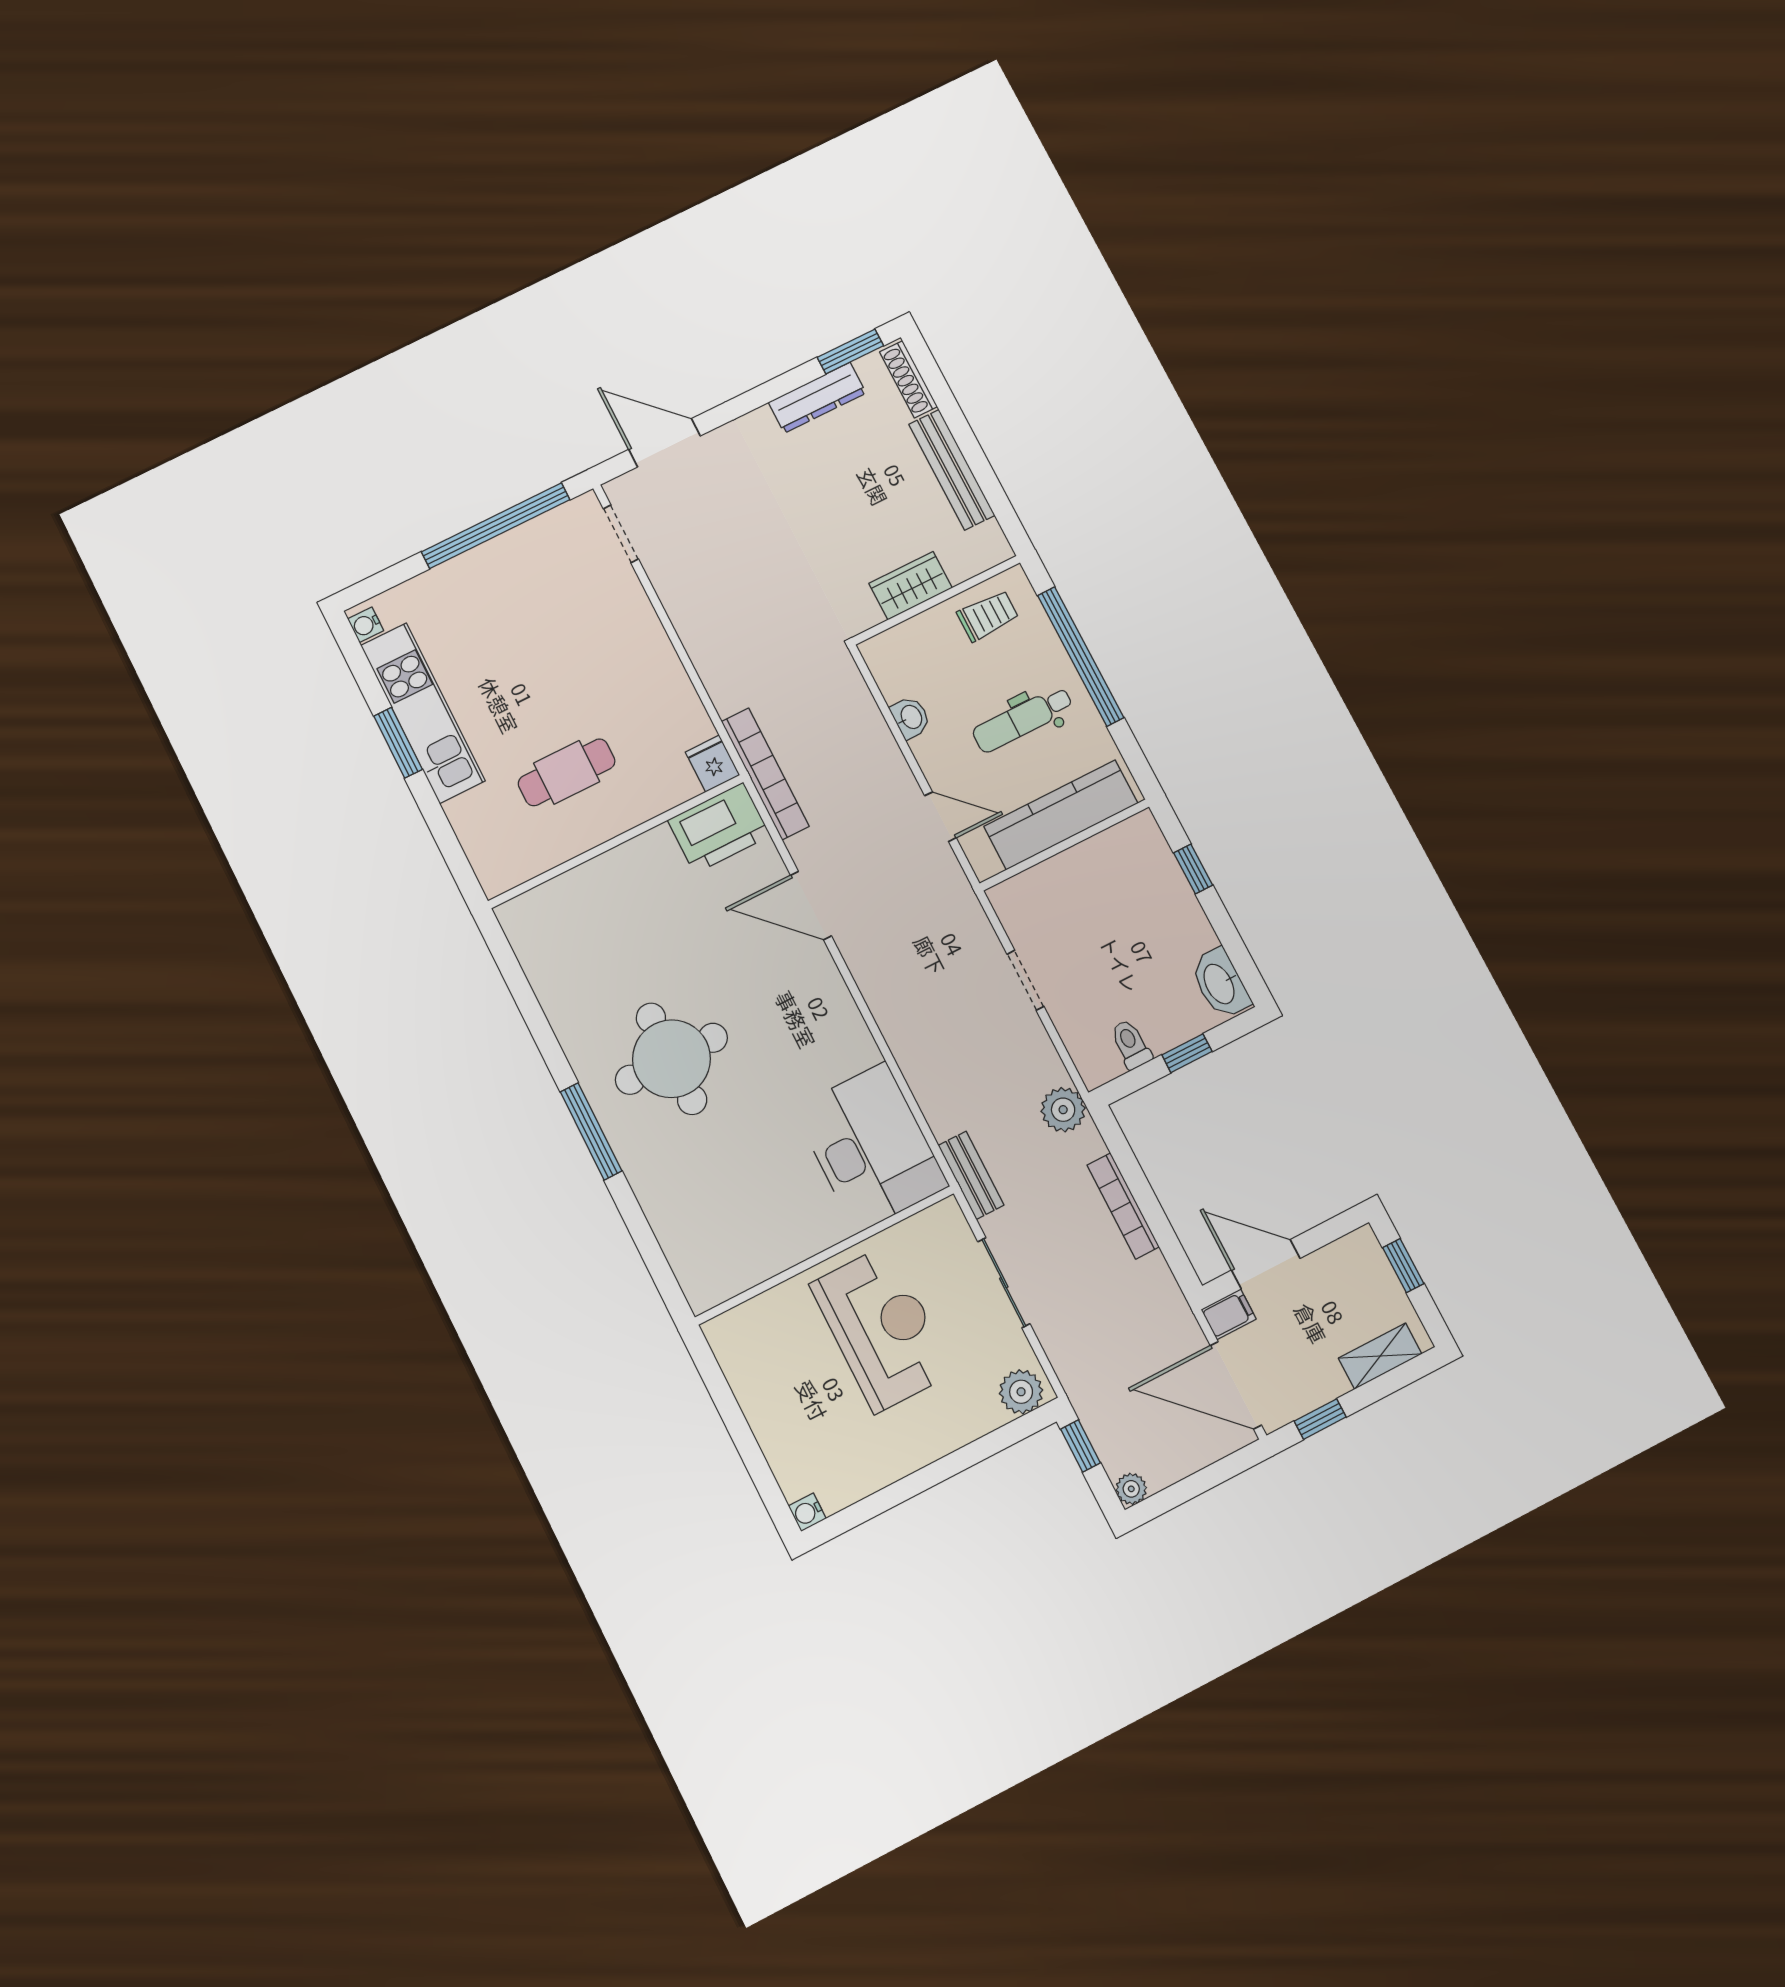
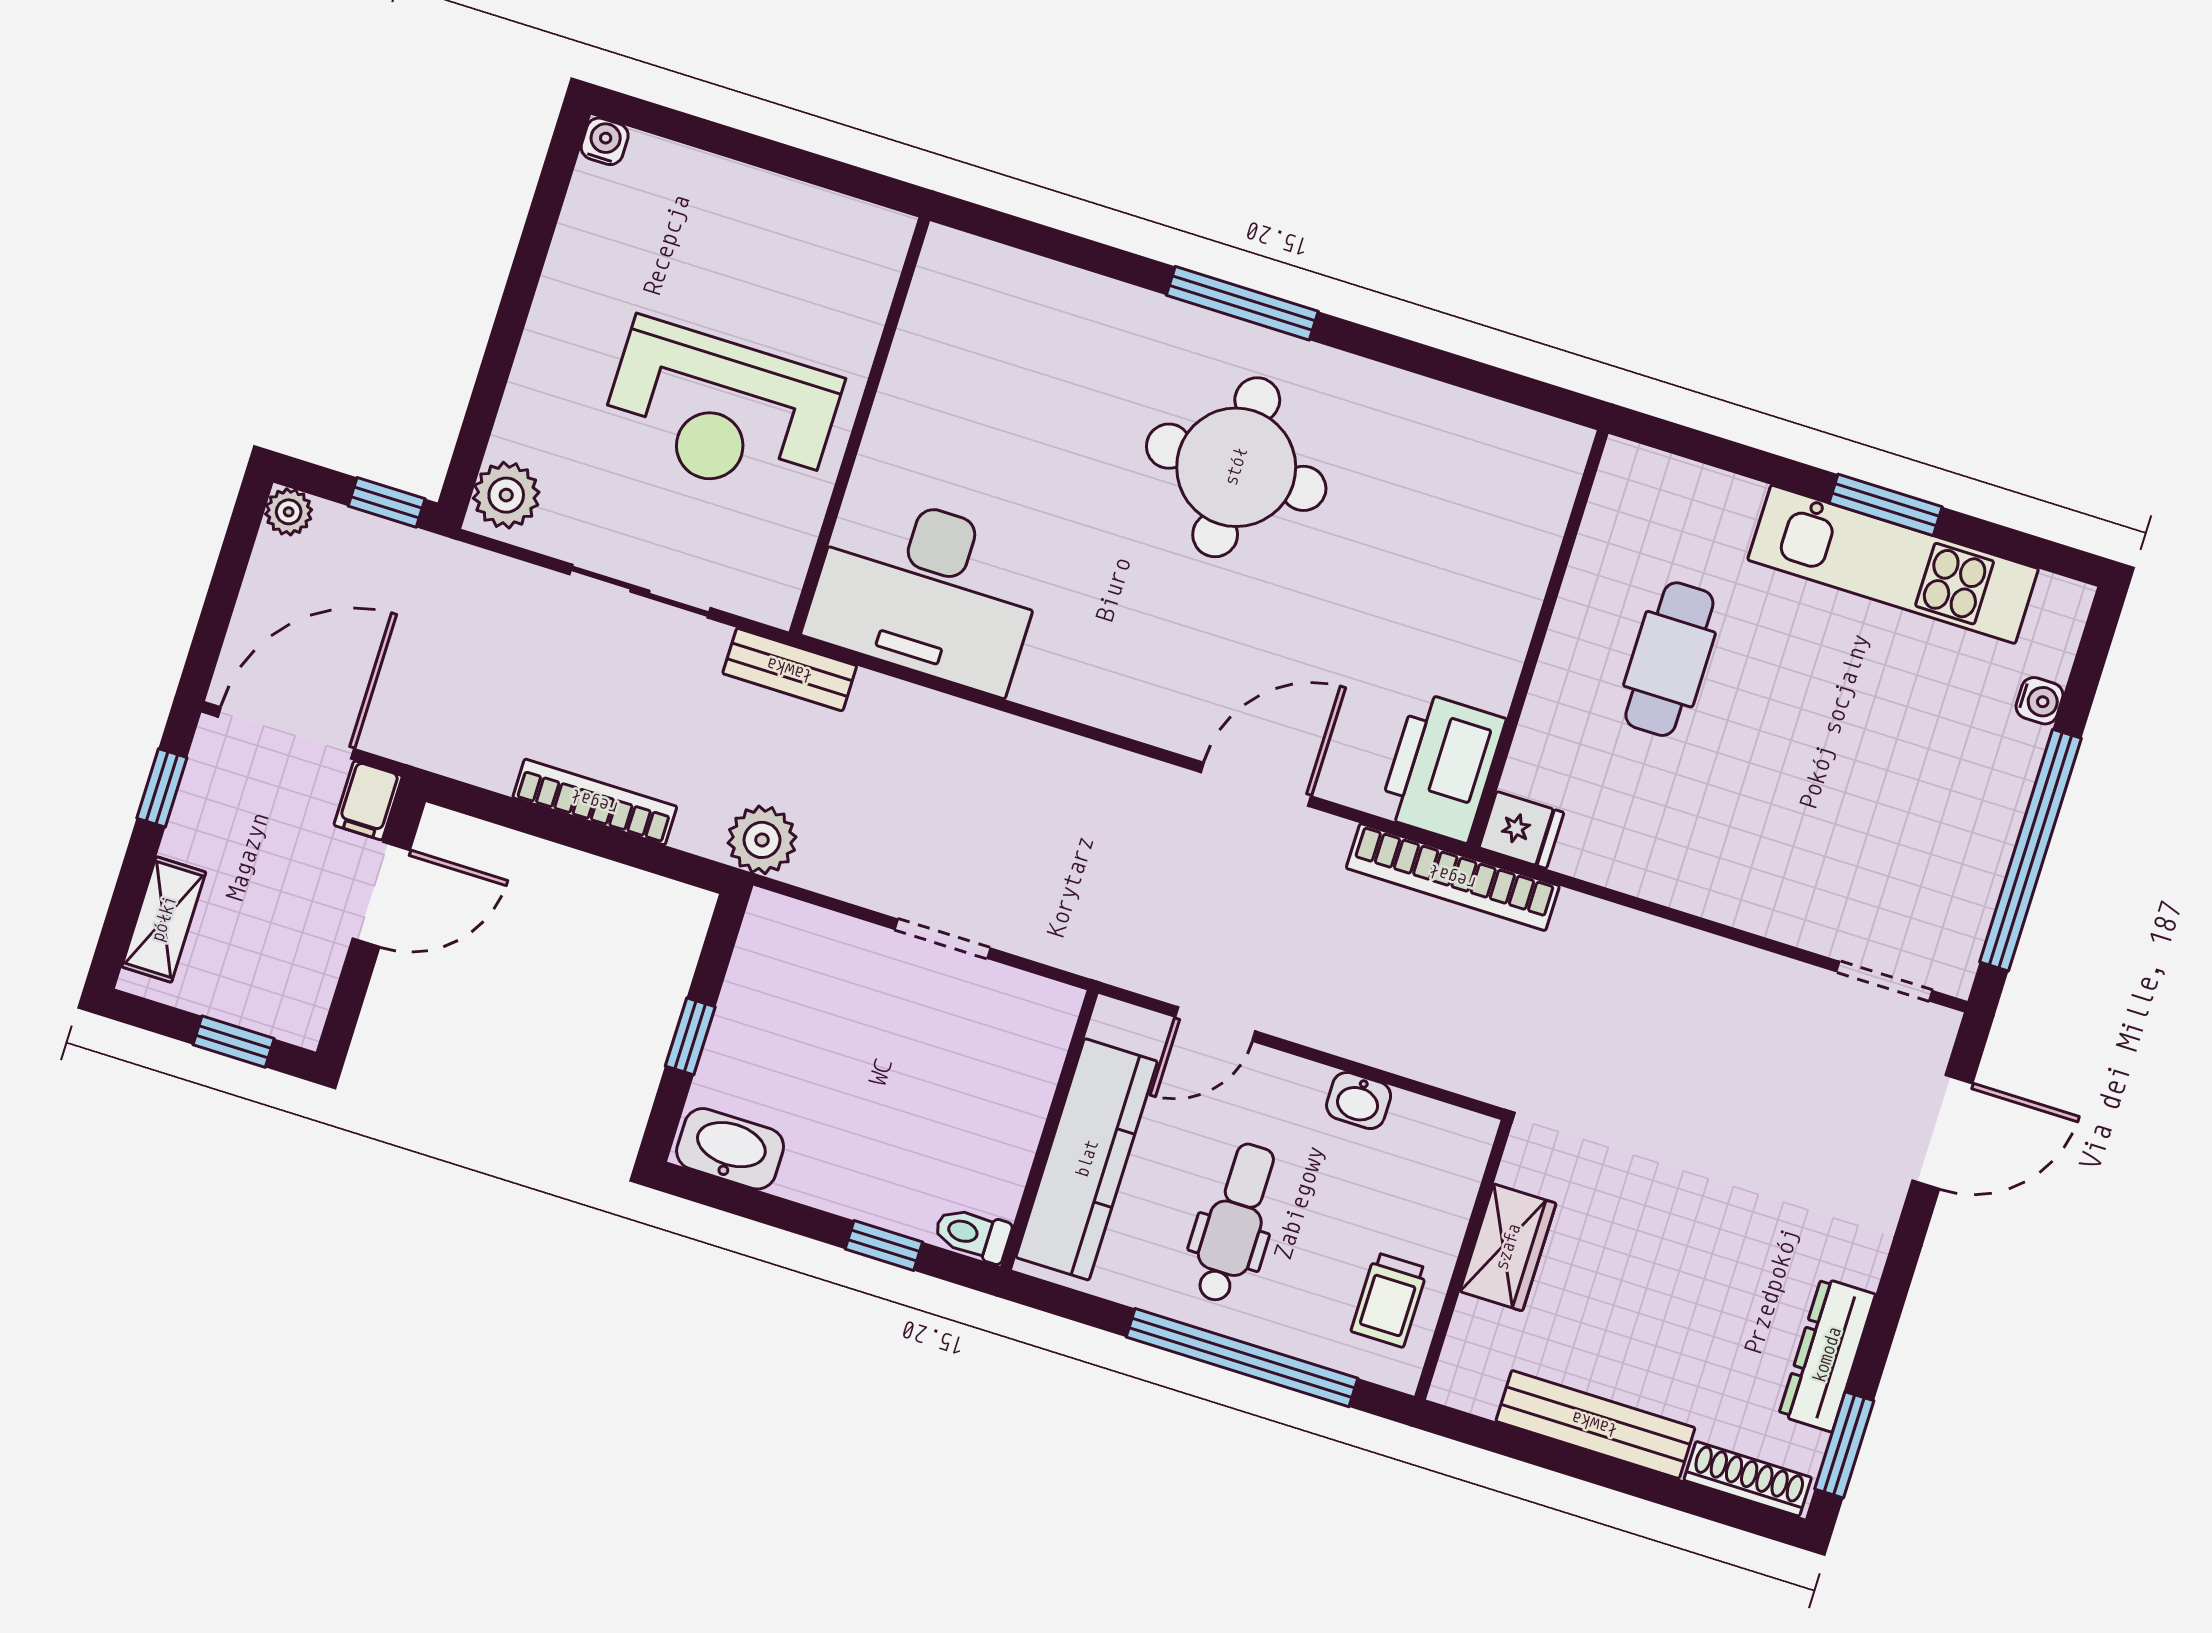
water cooler: (366, 625) -> (2039, 701), moved, turned 90
toilet: (1131, 1044) -> (973, 1234), moved, turned 180

